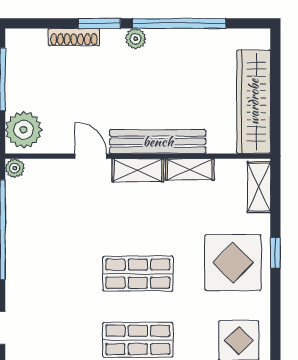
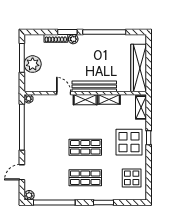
plant: (136, 39) -> (73, 39), moved
plant: (24, 130) -> (33, 64), moved

